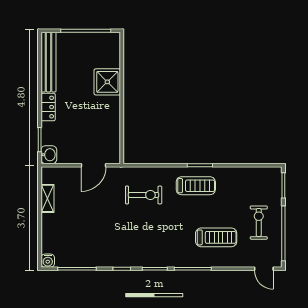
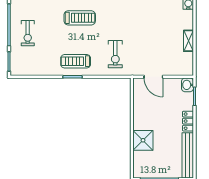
door: (94, 165) -> (153, 77), swing flipped
exercise bike: (144, 195) -> (115, 54), turned -90
shelving: (47, 198) -> (189, 41), moved
treadmill: (216, 237) -> (80, 18), moved, turned 180

